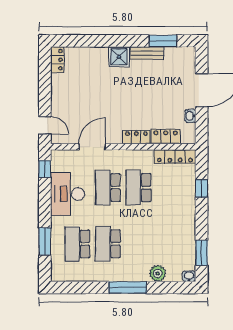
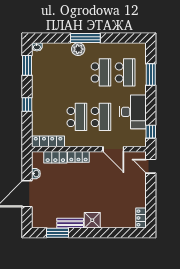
door: (92, 147) -> (113, 149), hinge flipped
window: (201, 188) -> (27, 105), moved
plant: (158, 273) -> (78, 49), moved

